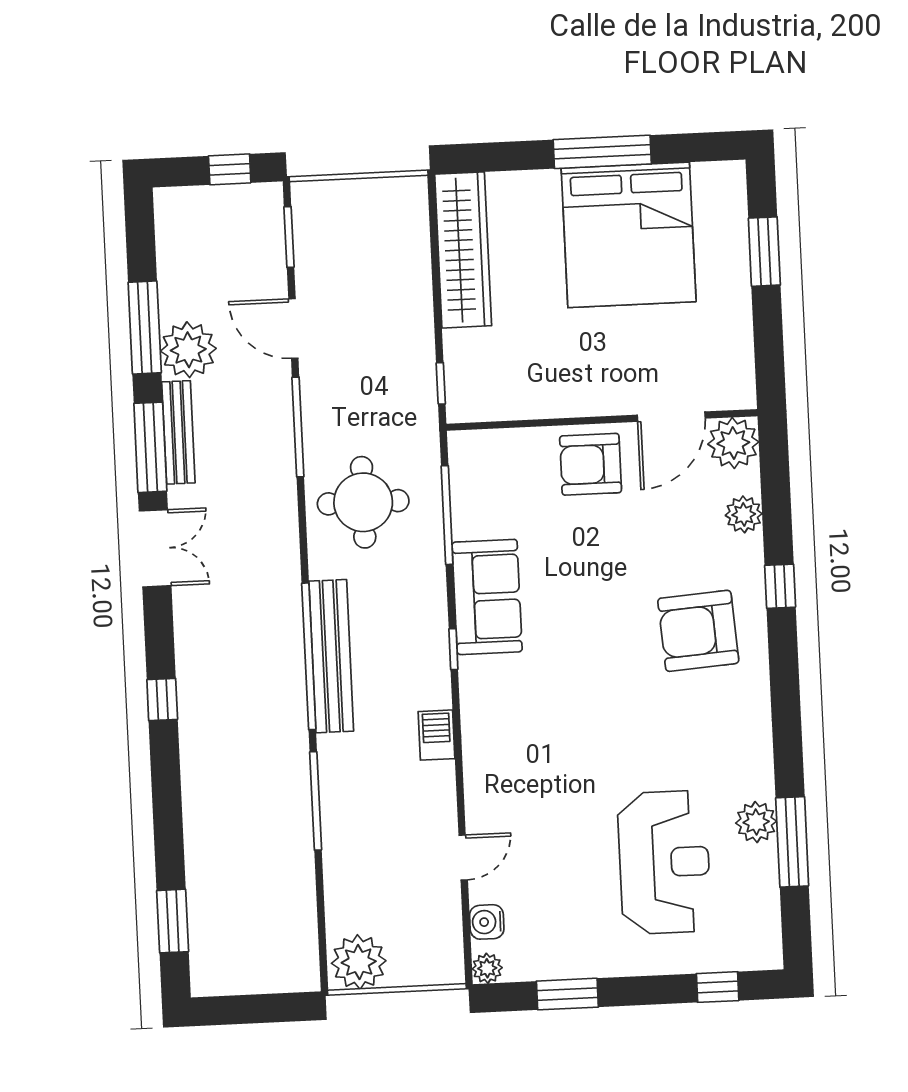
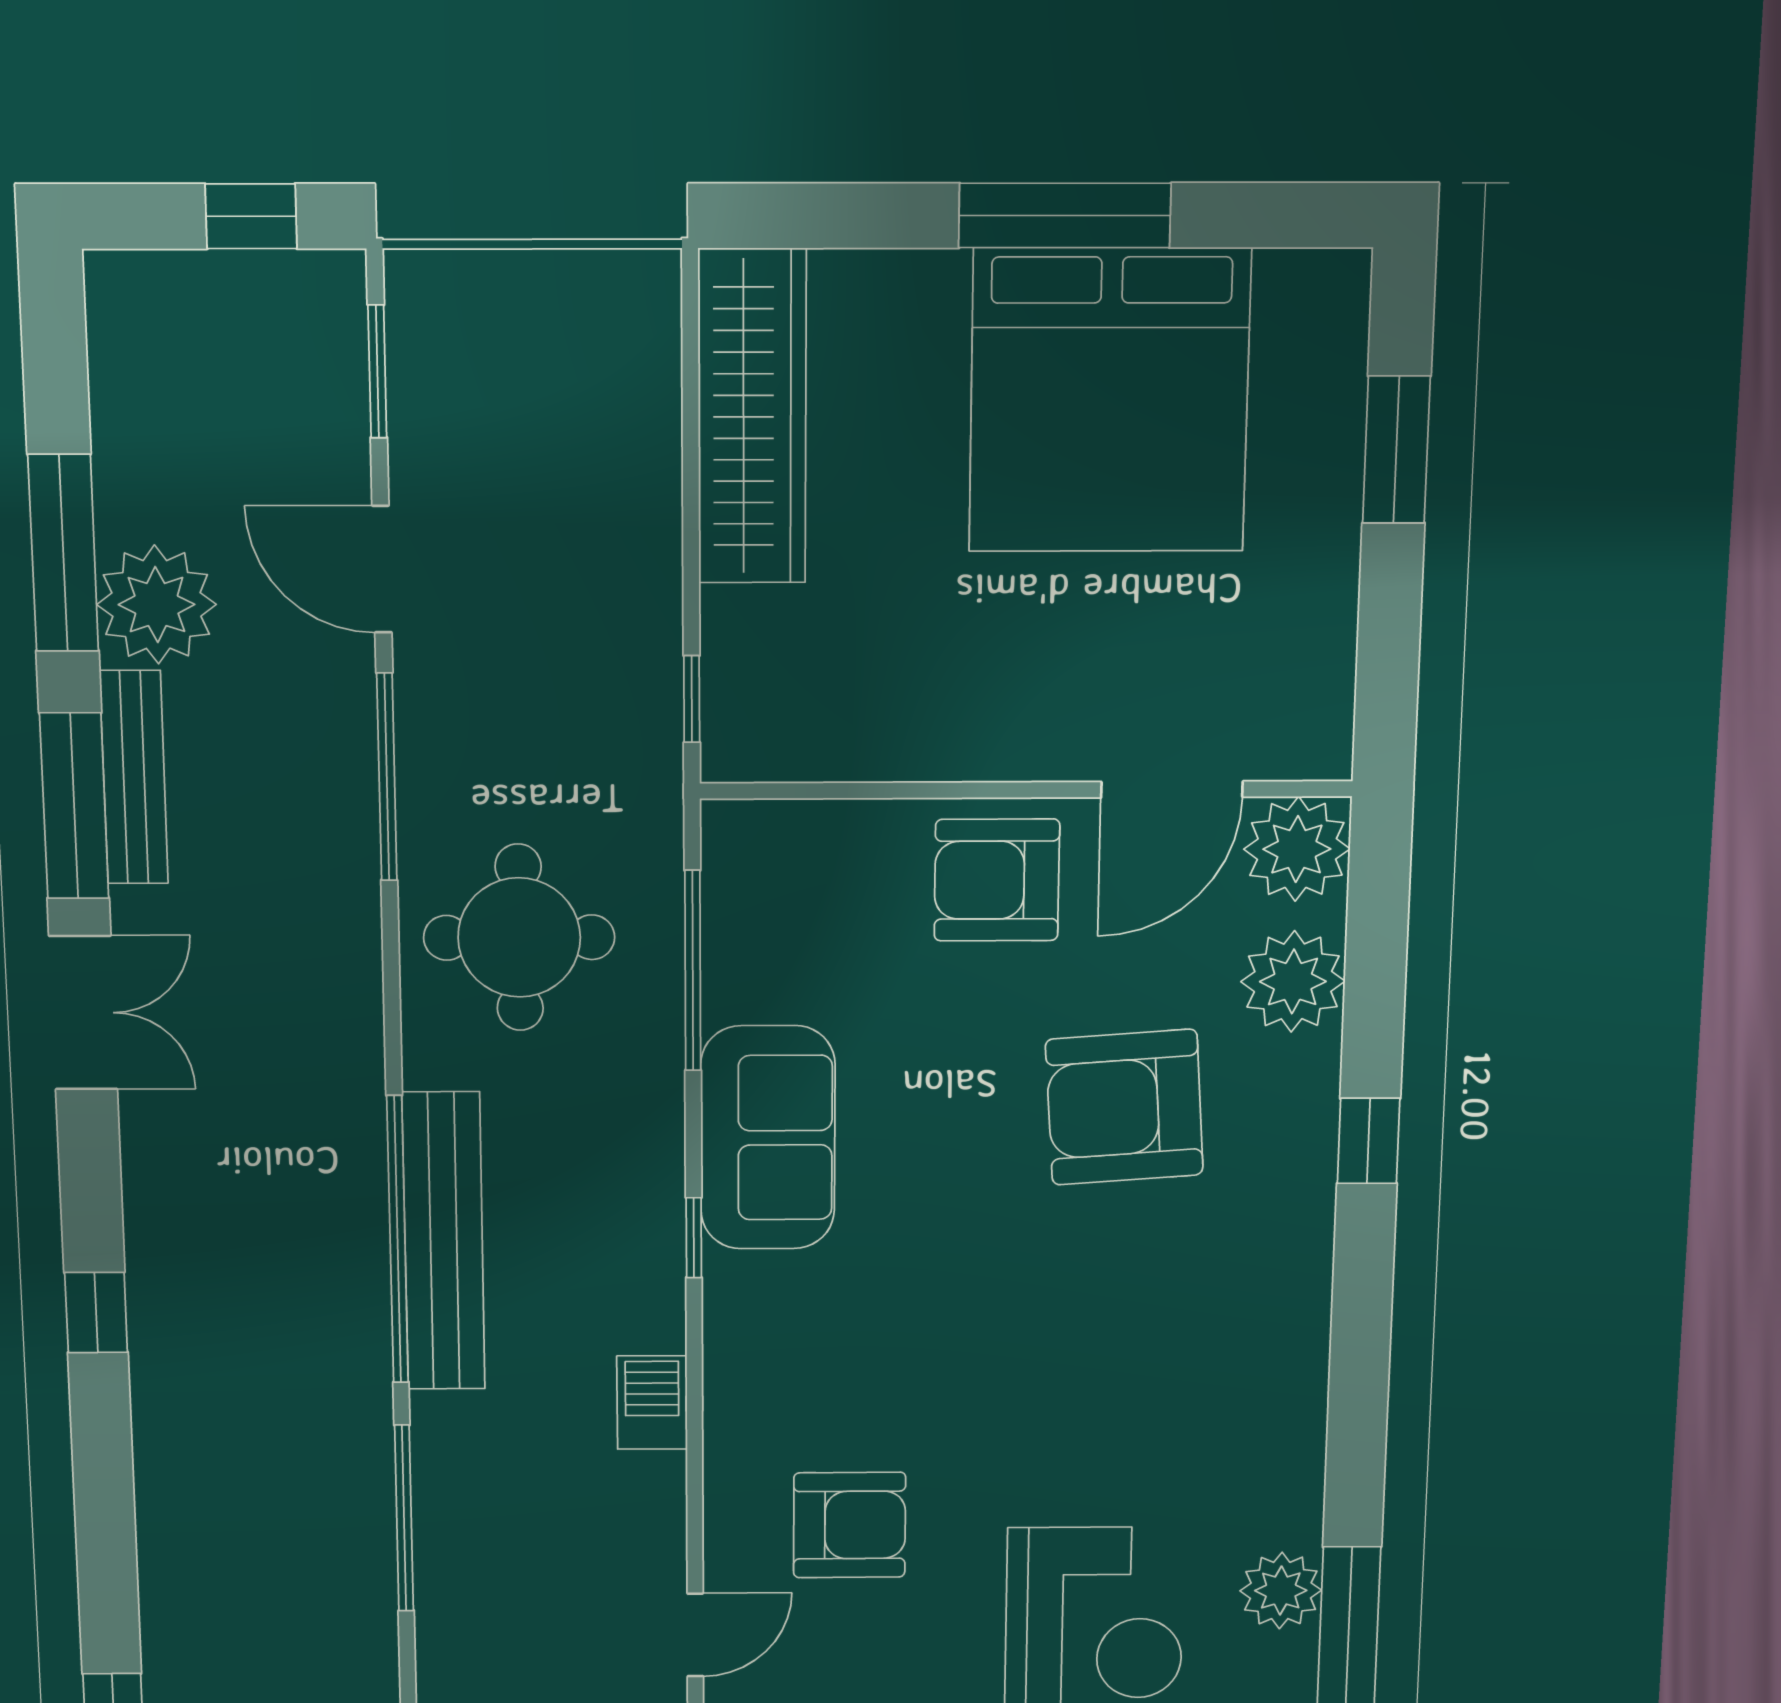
plant: (744, 514) -> (1293, 981), width x1.36, depth x1.36
armchair: (698, 631) -> (1124, 1107), moved
armchair: (538, 796) -> (849, 1525), added

